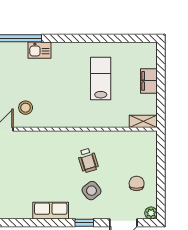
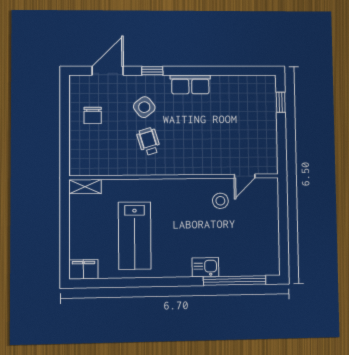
lab bench: (101, 78) -> (135, 236), width x1.36, depth x1.39
filing cabinet: (149, 81) -> (83, 269), moved, turned -90
plant: (151, 213) -> (76, 82), removed

